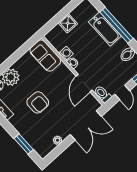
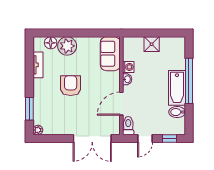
bathtub: (105, 29) -> (177, 88), moved
armchair: (38, 102) -> (71, 86), turned 180
plant: (57, 140) -> (38, 130), moved

